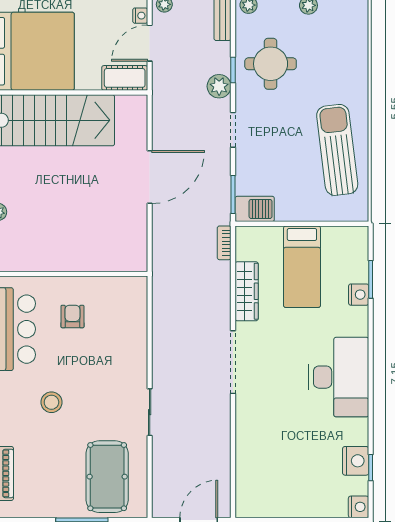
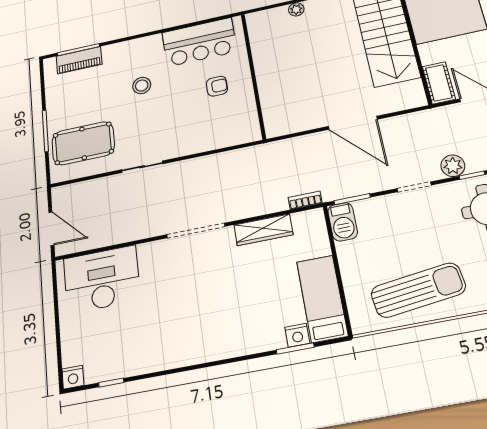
bed: (302, 267) -> (322, 298), moved, turned 90
nightstand: (359, 295) -> (297, 335), moved
desk: (339, 377) -> (102, 279), moved, turned 180
nightstand: (356, 461) -> (116, 366), removed

